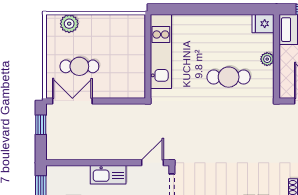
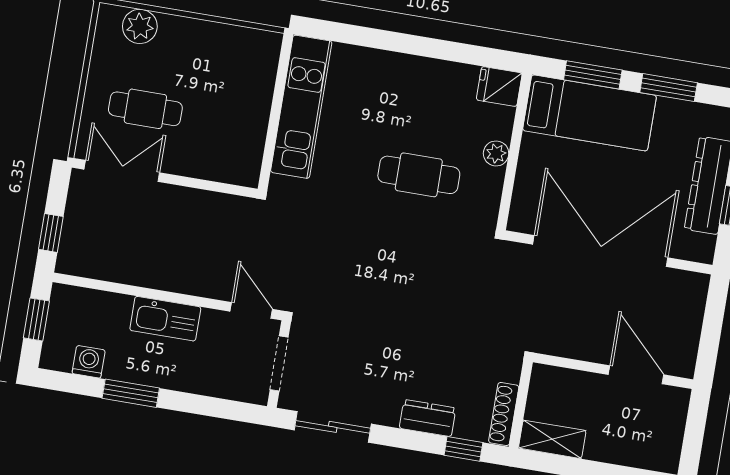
window: (41, 125) -> (51, 233), moved
door: (153, 163) -> (251, 310), hinge flipped

